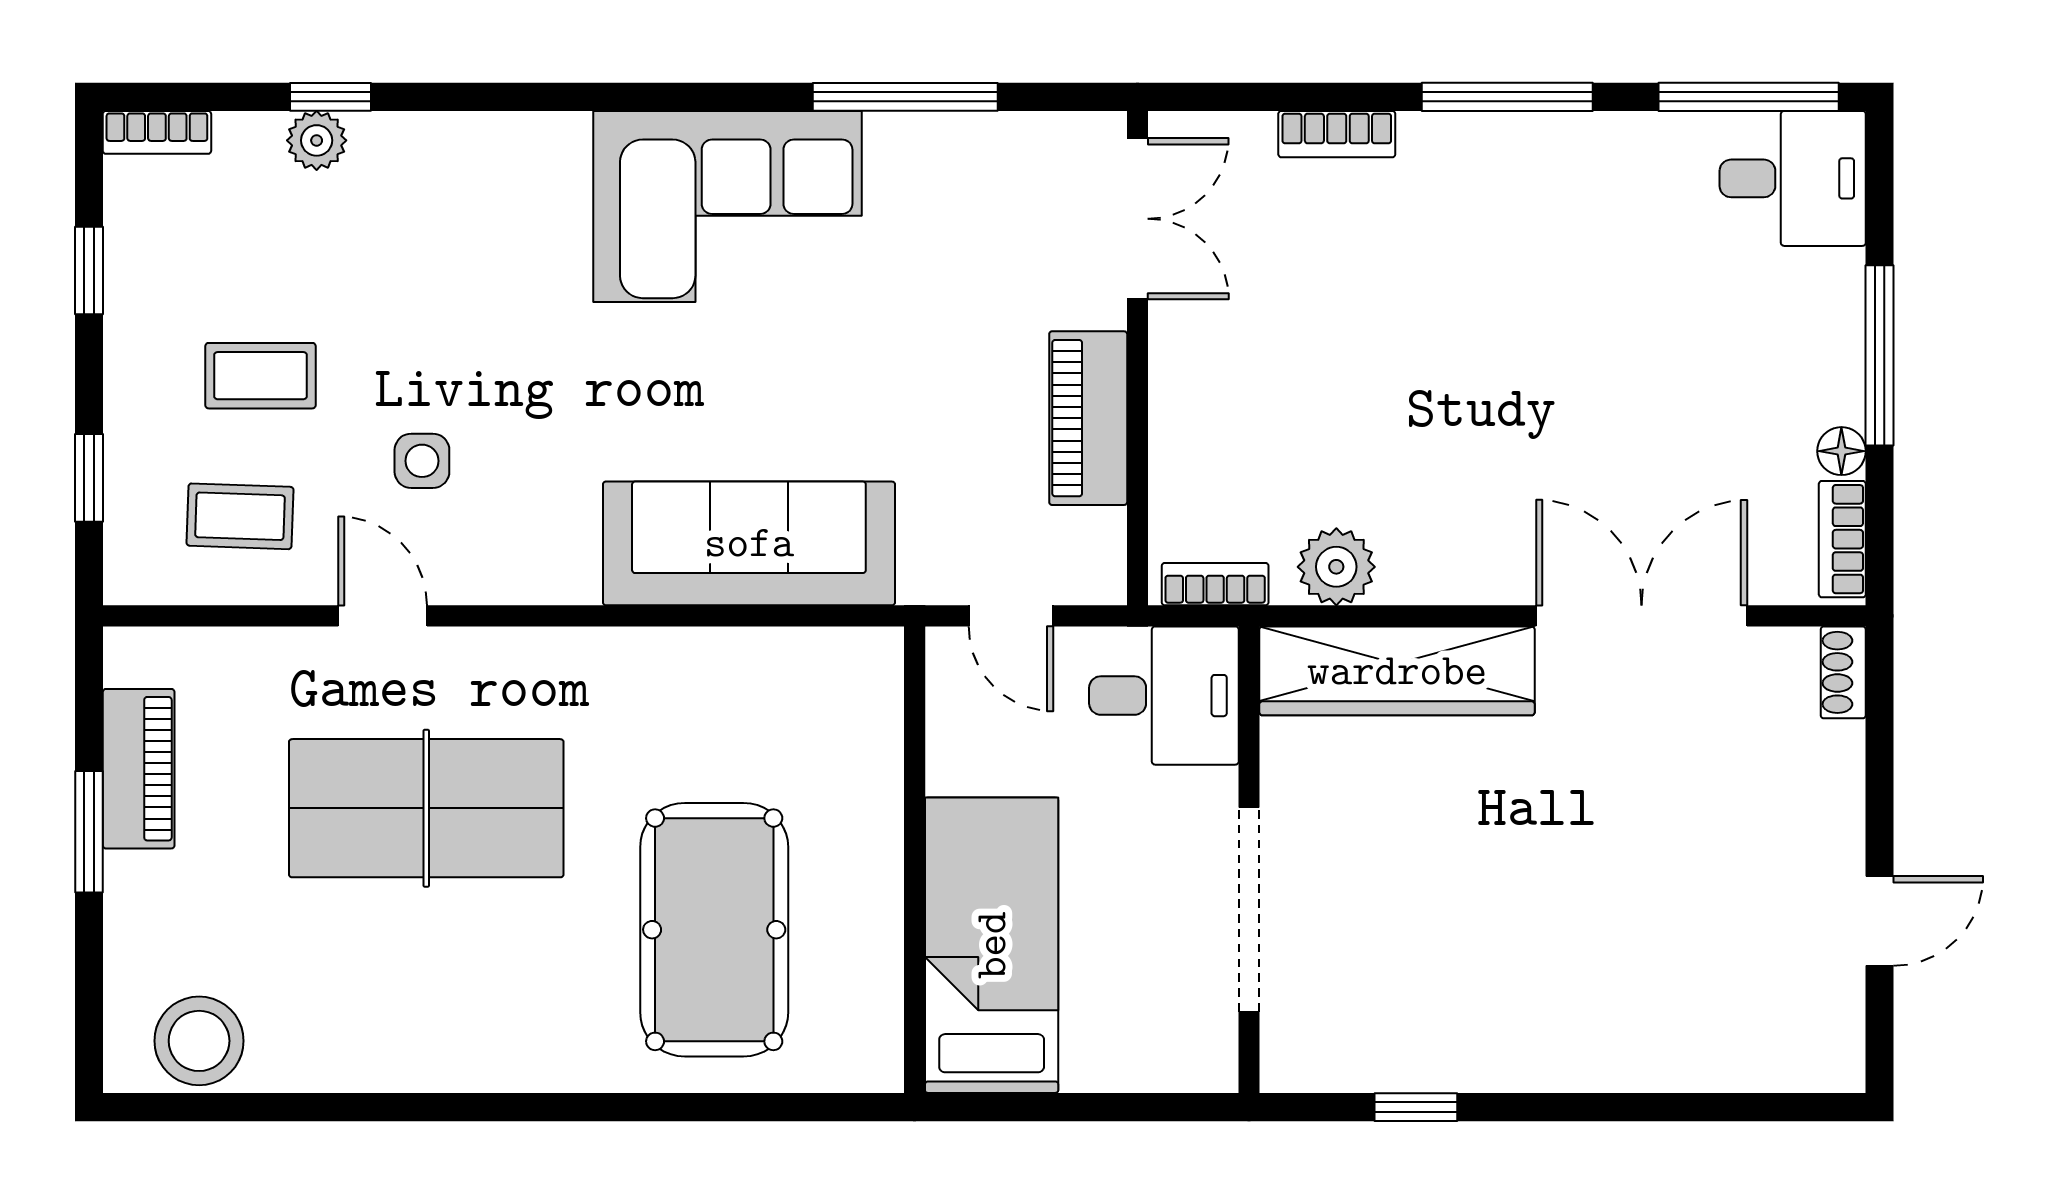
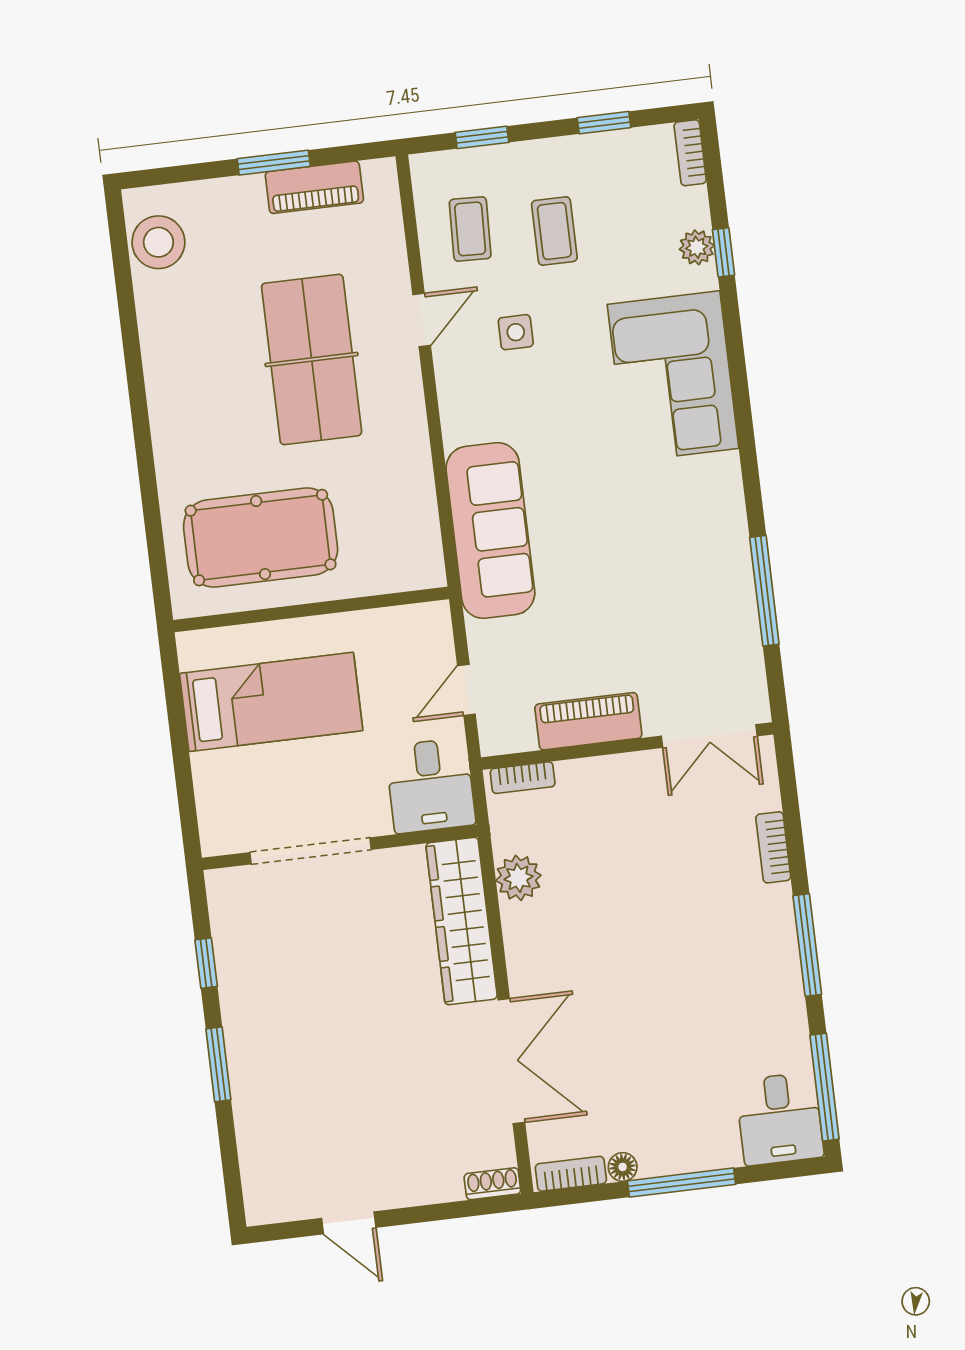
corner sofa: (727, 206) -> (673, 376), moved
bookcase: (1215, 584) -> (523, 778), moved, turned 90
wall: (915, 860) -> (311, 610), moved
window: (1588, 1107) -> (218, 1064), added

